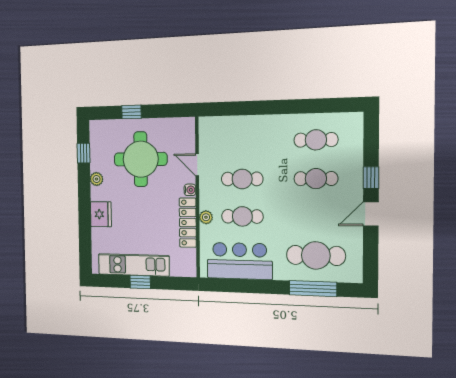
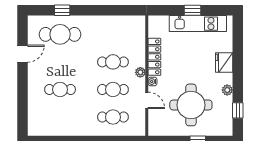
cafe table: (316, 140) -> (113, 117), moved
window: (371, 178) -> (22, 90), removed
door: (371, 214) -> (22, 54), moved
plant: (206, 217) -> (140, 72), moved
bar counter: (239, 261) -> (115, 29), removed
window: (313, 289) -> (62, 10), width x0.46

